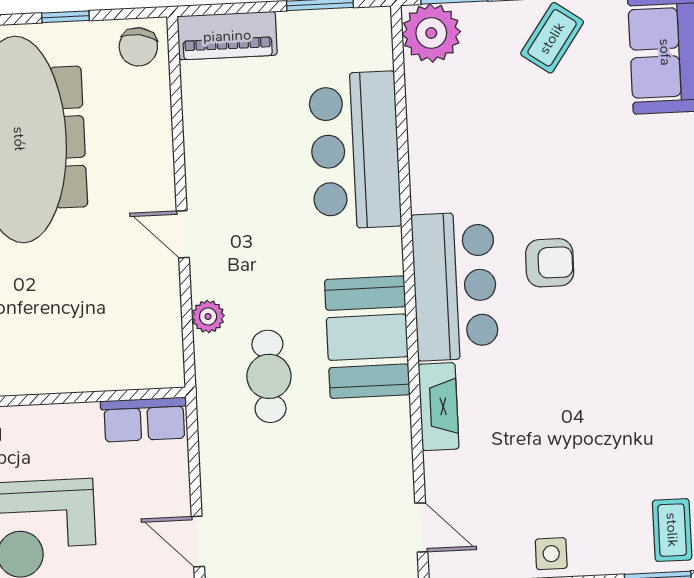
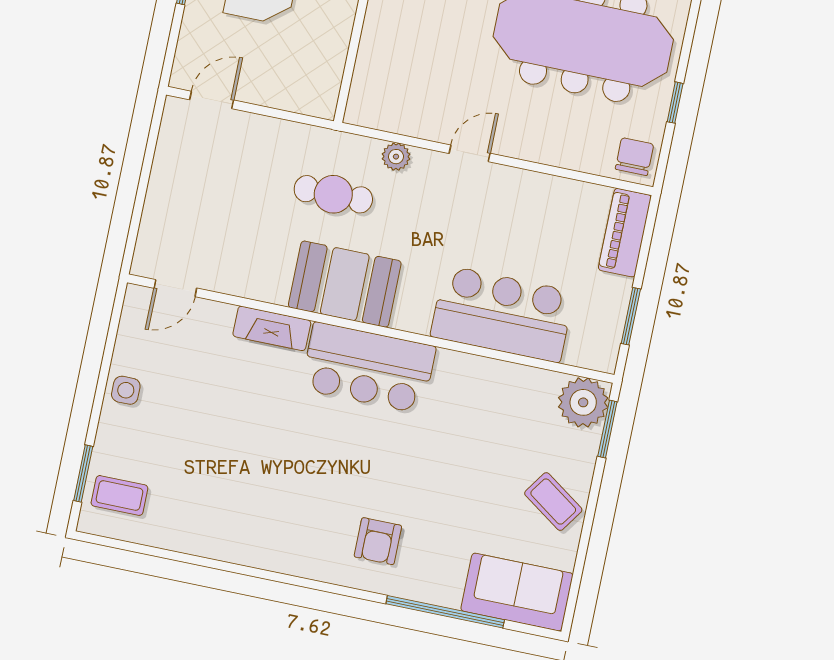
chair: (138, 47) -> (634, 157), turned 80
armchair: (550, 263) -> (378, 541), moved
row of seats: (144, 420) -> (324, 82), removed

